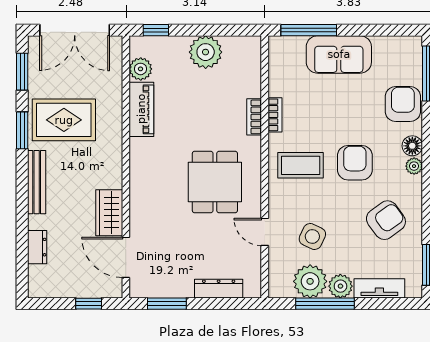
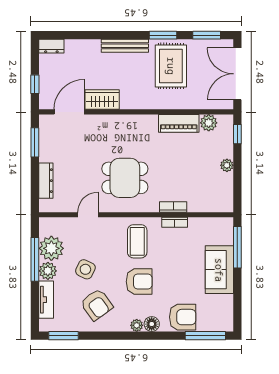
plant: (206, 52) -> (227, 165), width x0.53, depth x0.53
side table: (312, 237) -> (85, 269), moved
dresser: (37, 247) -> (51, 46), moved

